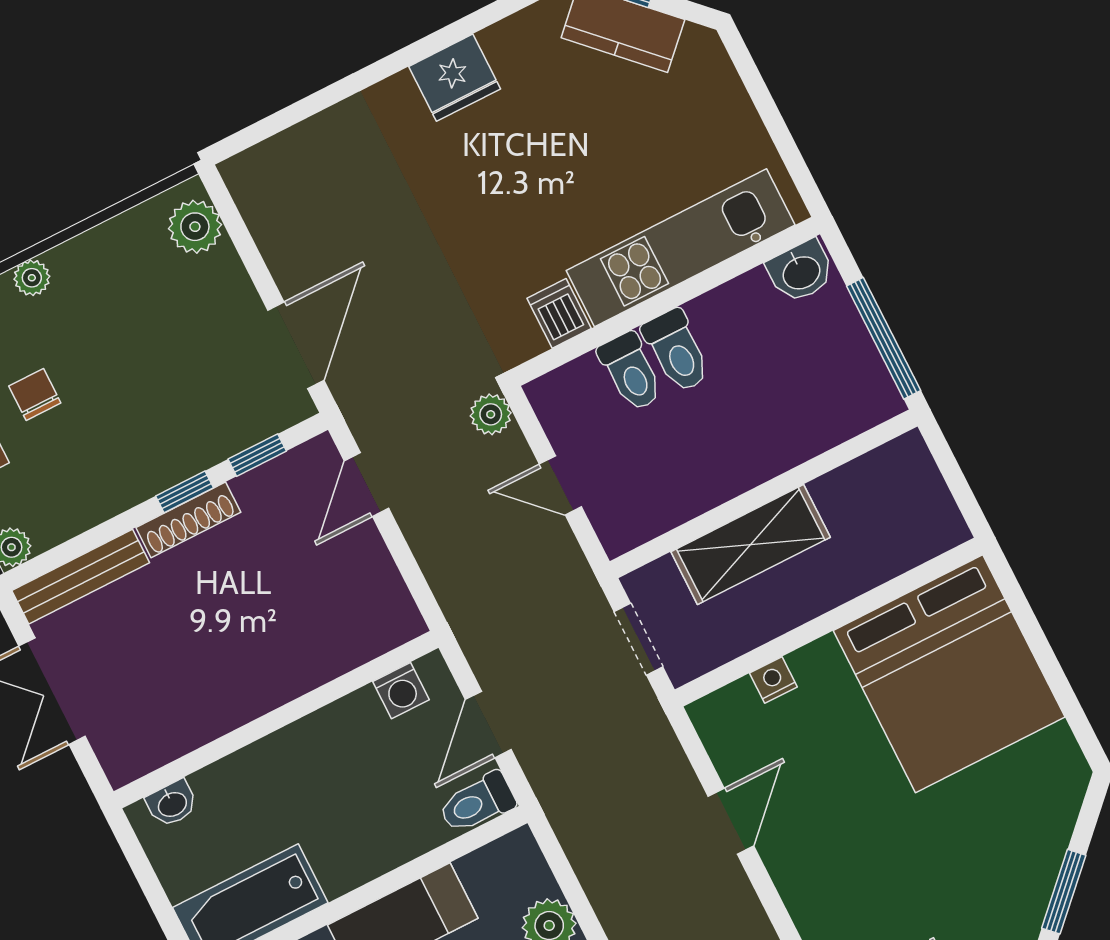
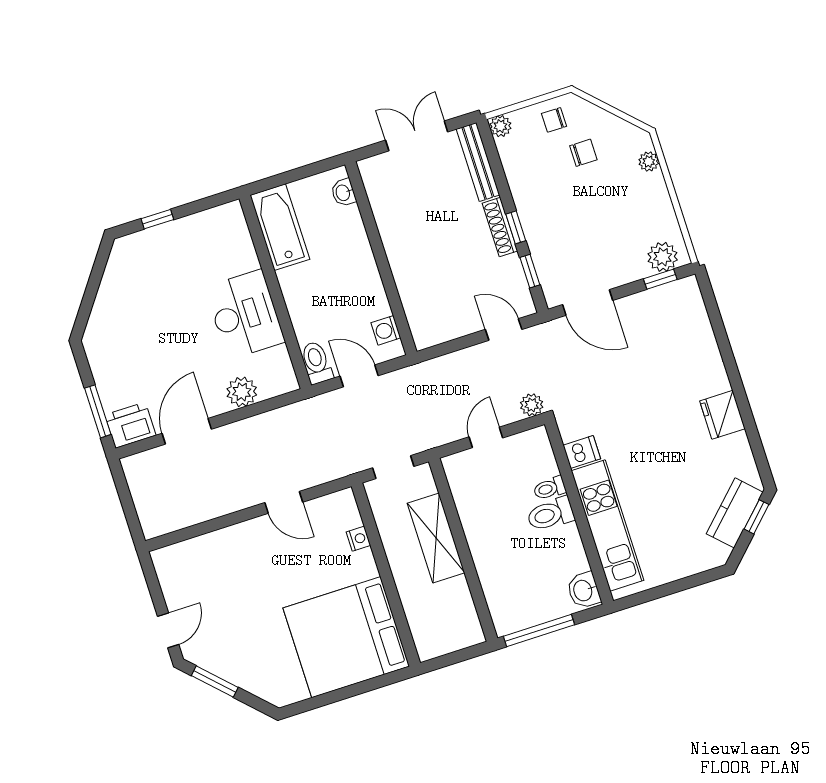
window: (235, 225) -> (660, 279), added
toilet: (631, 372) -> (550, 488), width x0.73, depth x0.72

